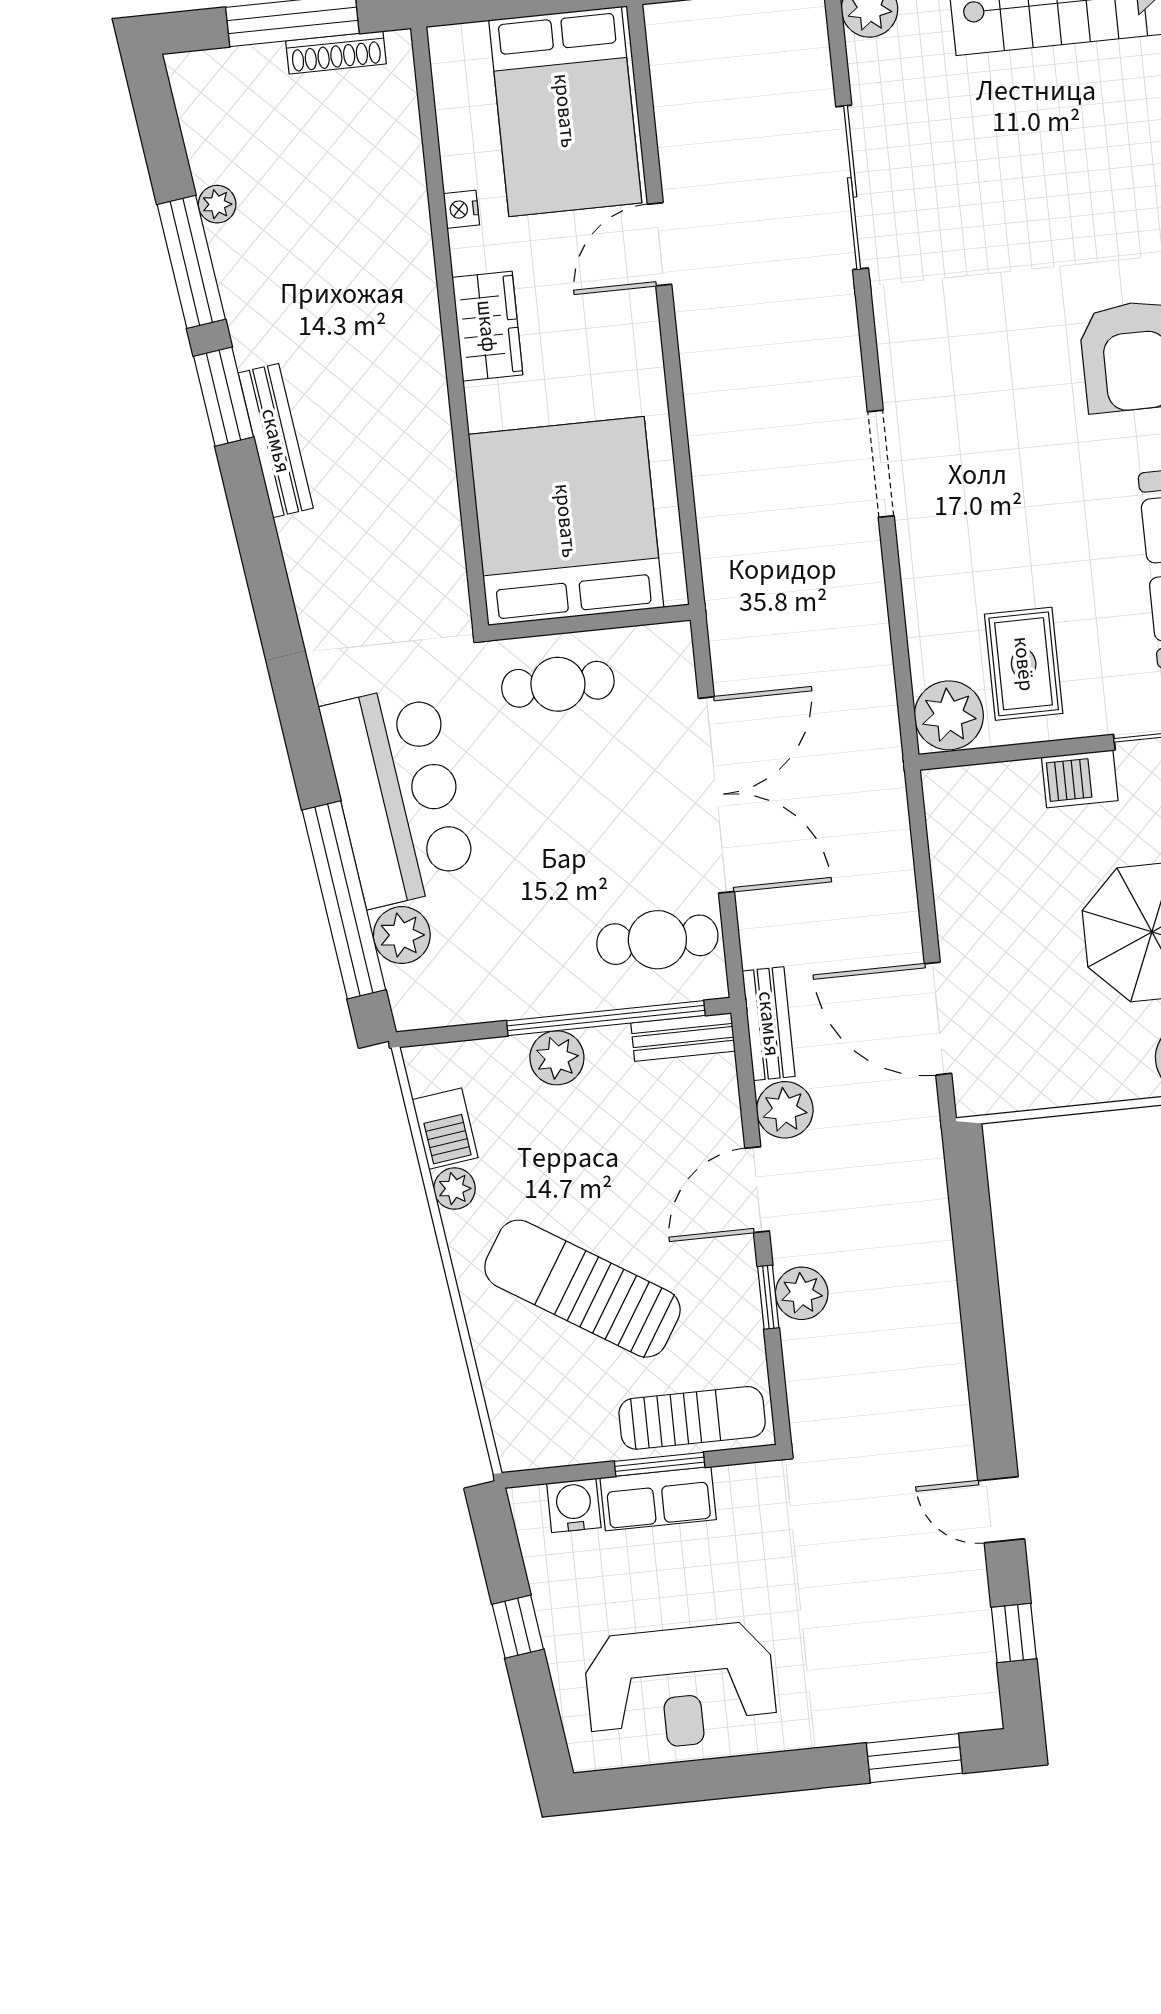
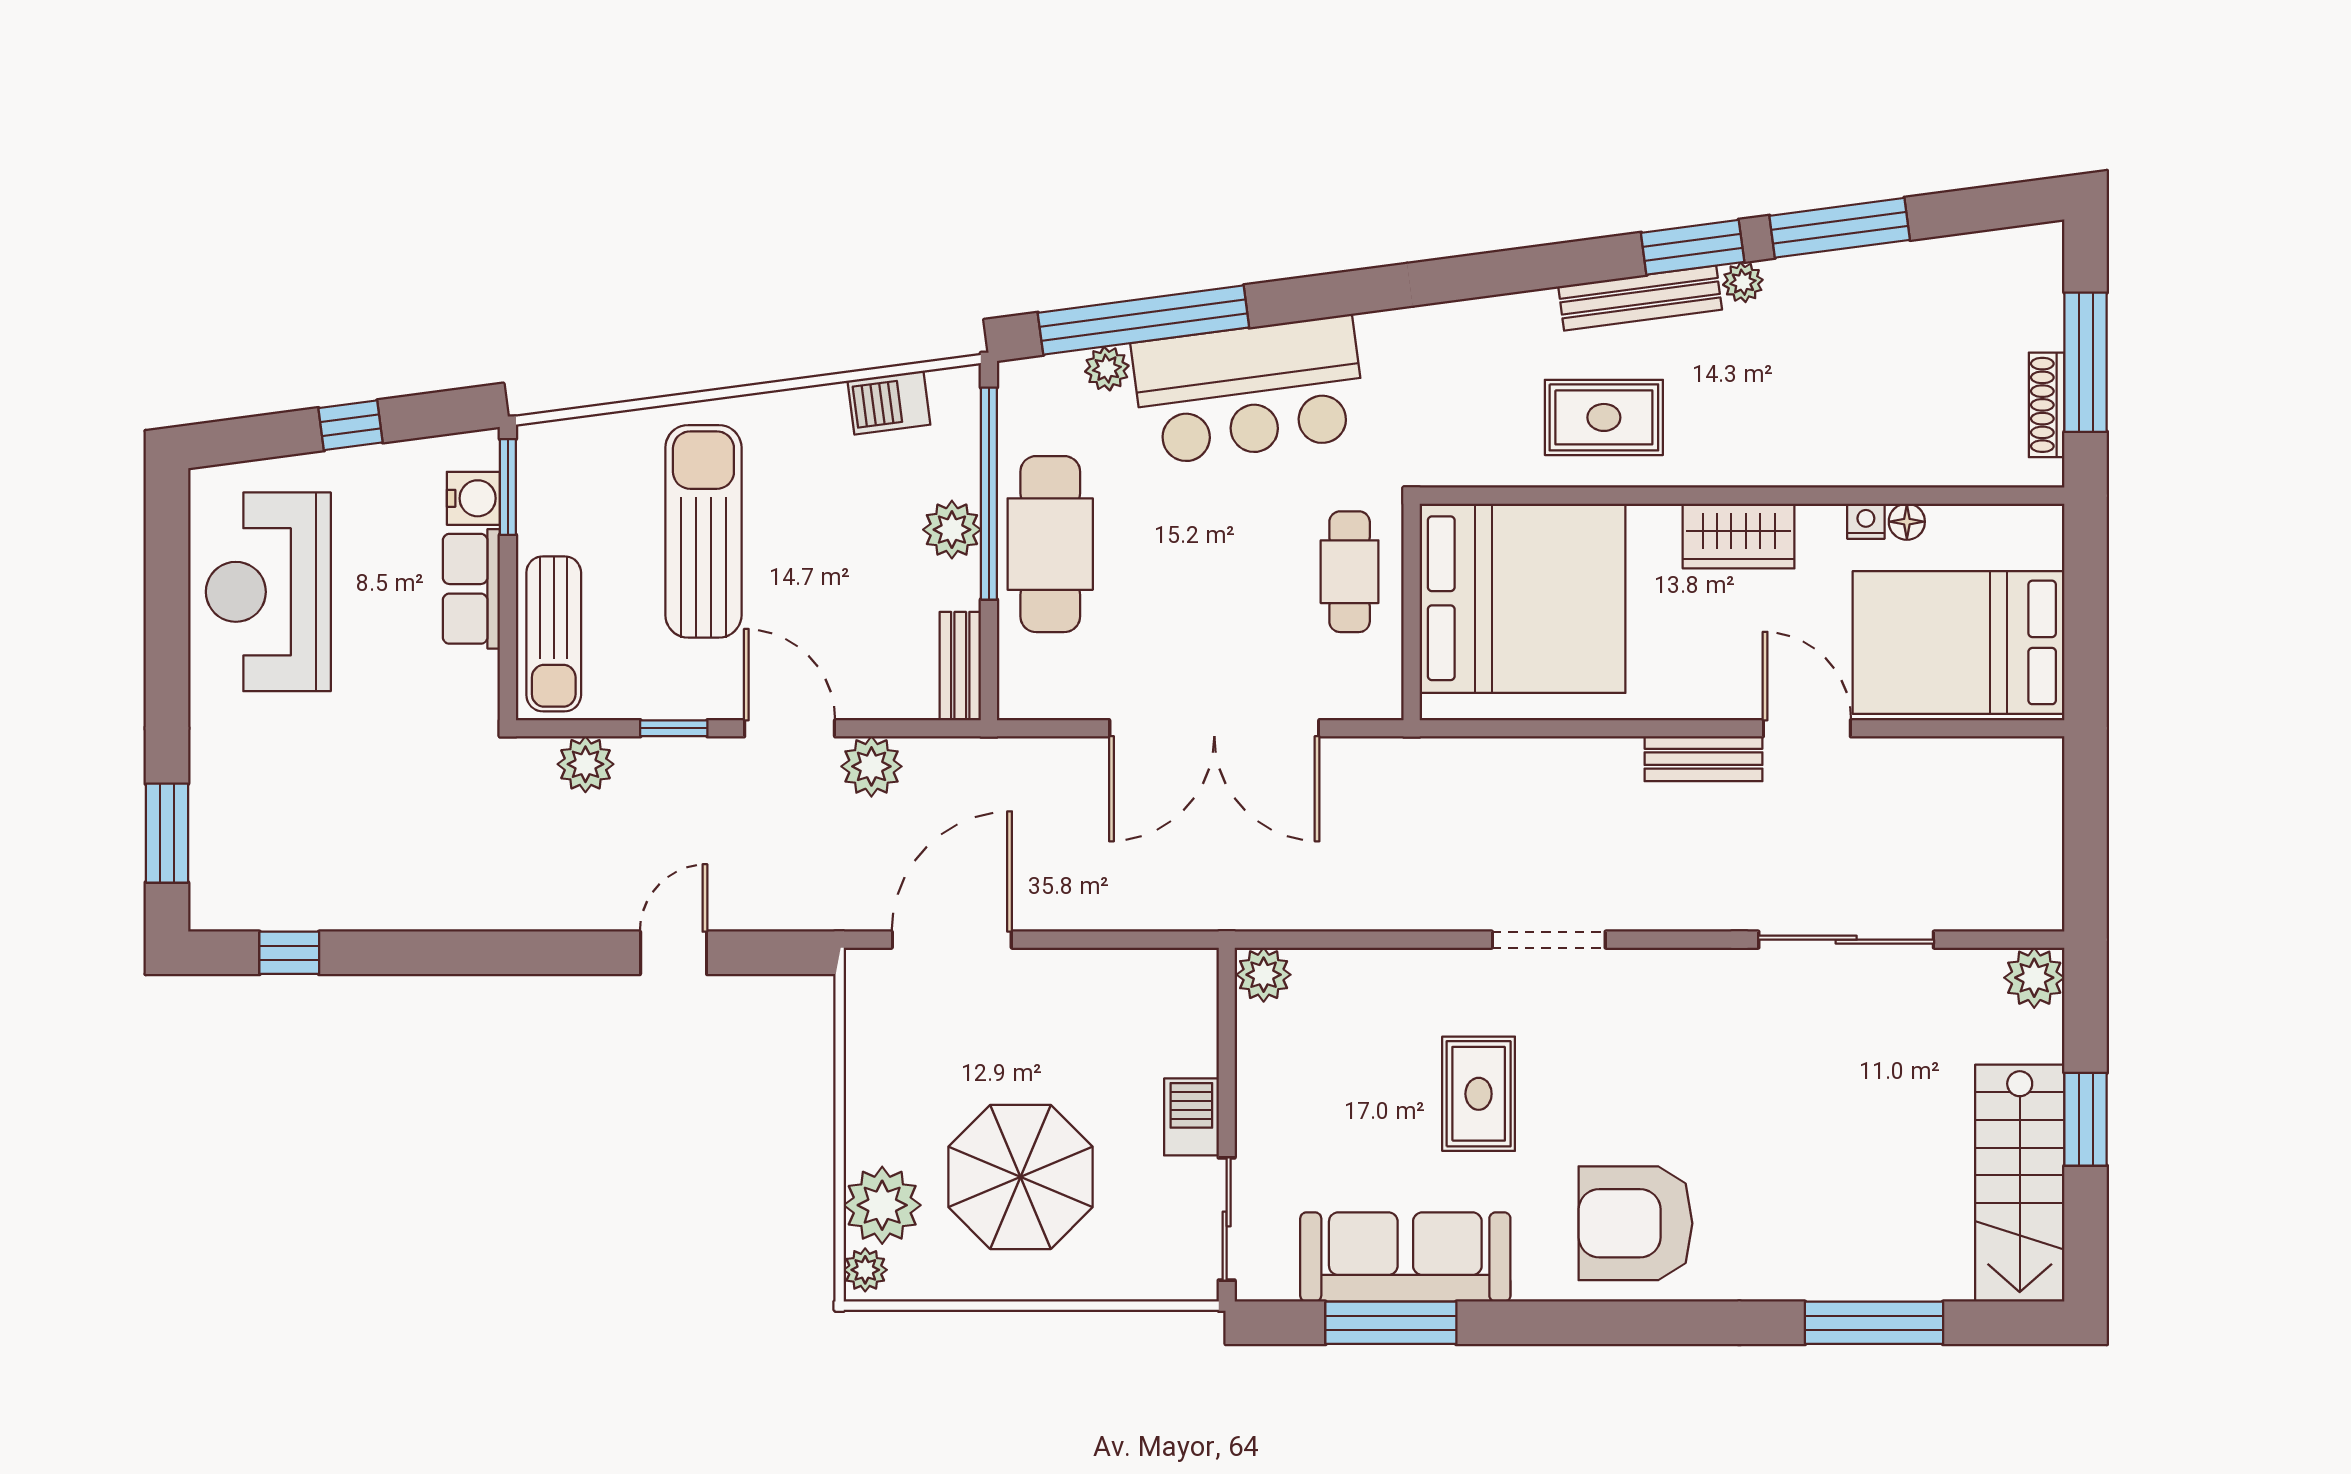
floor lamp: (458, 171) -> (1907, 522), added
plant: (217, 204) -> (1743, 282), moved
rug: (390, 463) -> (1604, 417), added
rug: (1024, 664) -> (1479, 1094), moved, turned 90
plant: (949, 715) -> (1264, 975), width x0.73, depth x0.73
plant: (402, 935) -> (1107, 369), width x0.73, depth x0.73
cafe table: (657, 940) -> (1050, 544), moved, width x1.37, depth x1.35
window: (606, 1018) -> (989, 494), moved
bench: (769, 1024) -> (1704, 759), moved
plant: (455, 1189) -> (824, 406), removed
sun lounger: (582, 1289) -> (703, 531), turned -32
plant: (802, 1293) -> (585, 764), moved
window: (660, 1464) -> (508, 487), moved
door: (1001, 1510) -> (674, 953), moved

